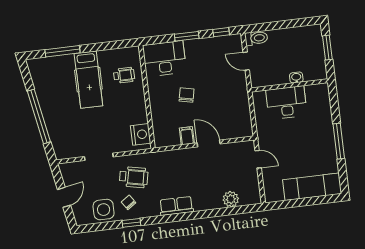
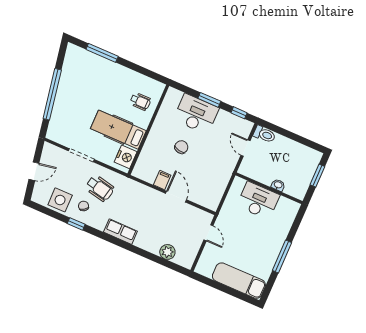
desk: (164, 59) -> (196, 114), moved
hospital bed: (88, 80) -> (118, 130), moved, turned 90

